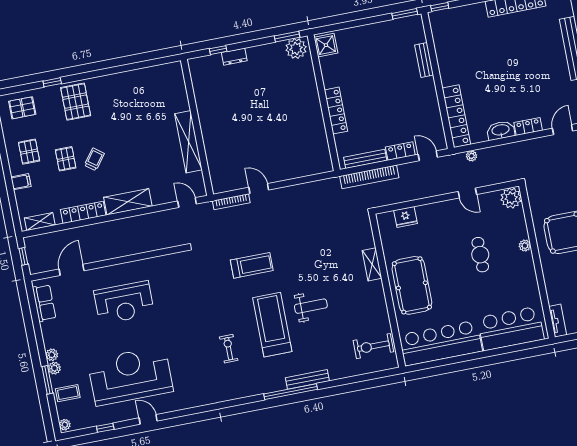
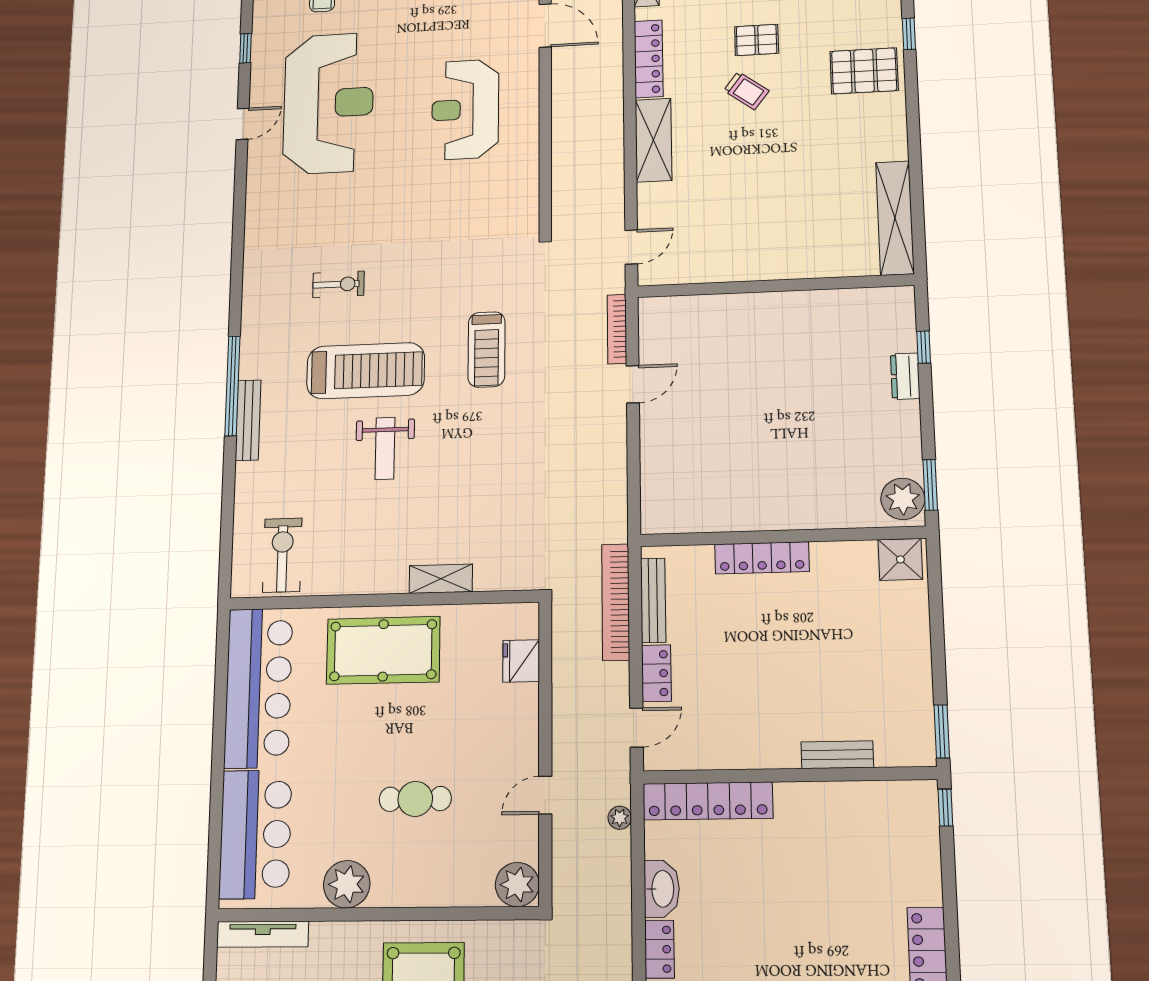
shelving: (188, 142) -> (895, 218), moved, turned 90
plant: (525, 246) -> (347, 884), moved, width x1.88, depth x1.88
tv unit: (558, 321) -> (263, 934), width x1.41

